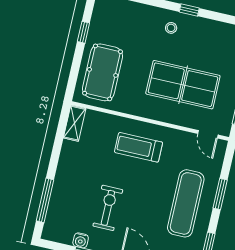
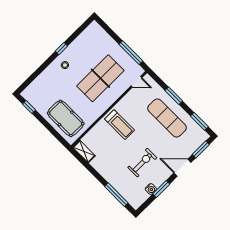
window: (83, 32) -> (29, 107), moved
treadmill: (139, 147) -> (120, 125), turned -90
exercise bike: (108, 208) -> (142, 163), turned 90

